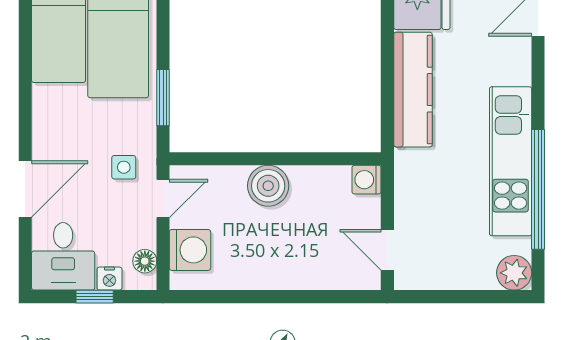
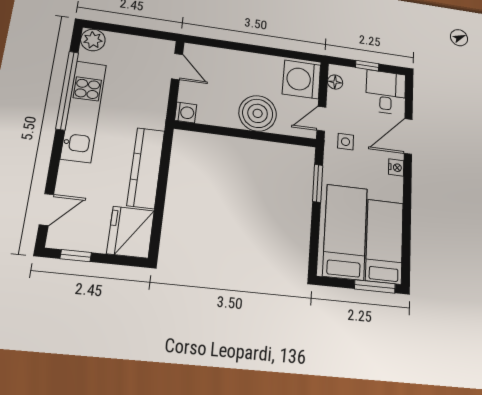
boiler: (268, 186) -> (258, 113), width x1.37, depth x1.37
washing machine: (190, 250) -> (302, 79), width x1.37, depth x1.37
nightstand: (109, 279) -> (396, 168), moved, turned 90

